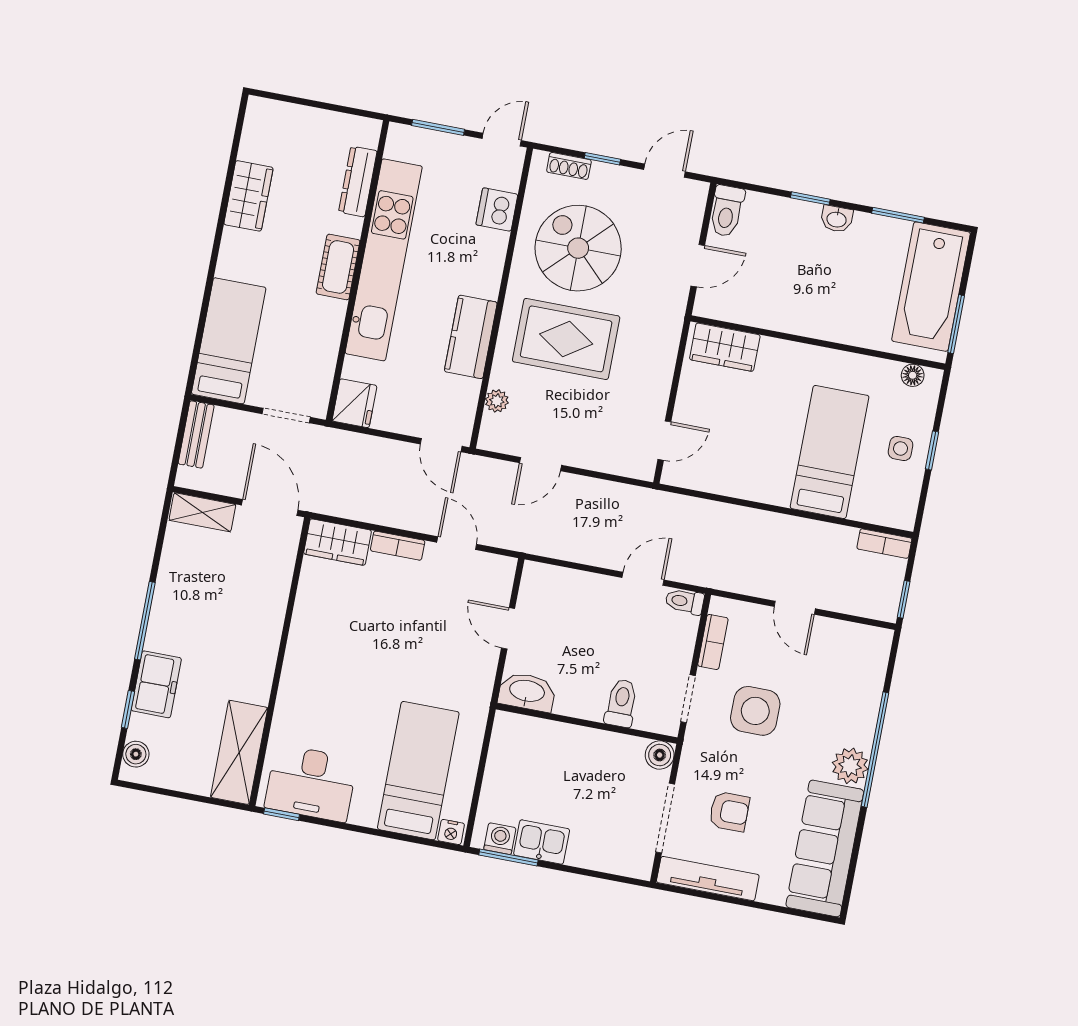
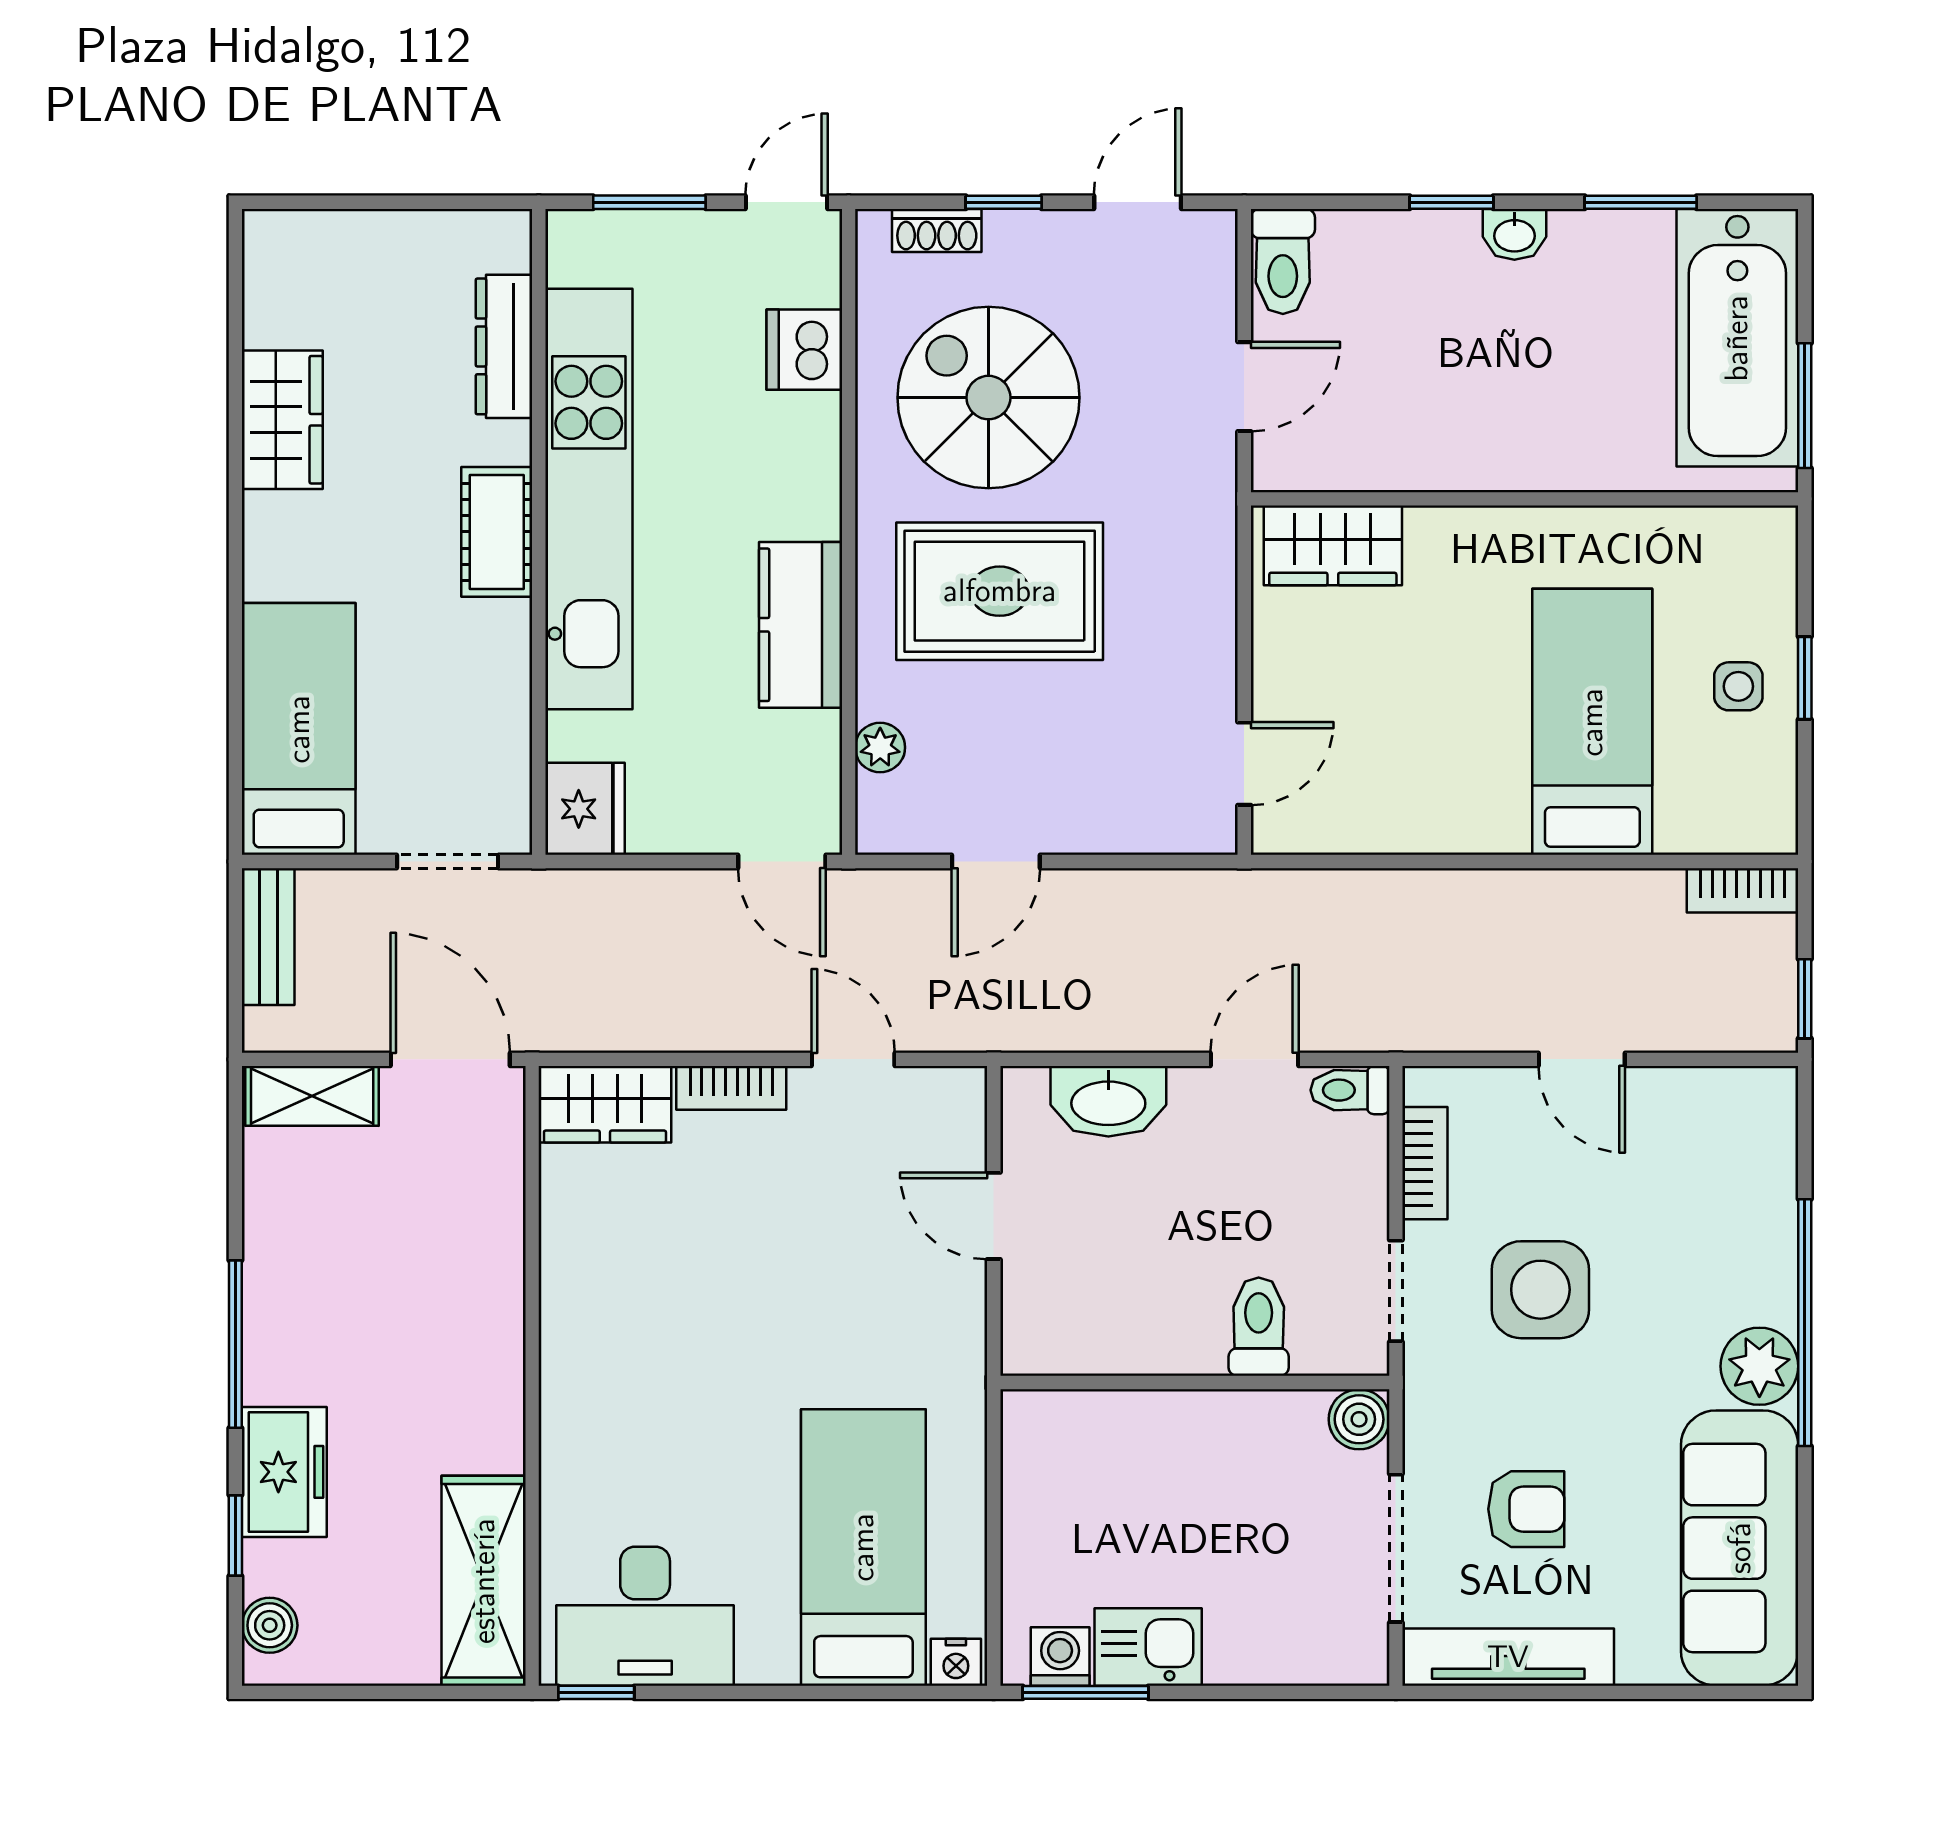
floor lamp: (913, 375) -> (1735, 529), removed
washbasin: (527, 692) -> (1108, 1101), moved, turned 180

